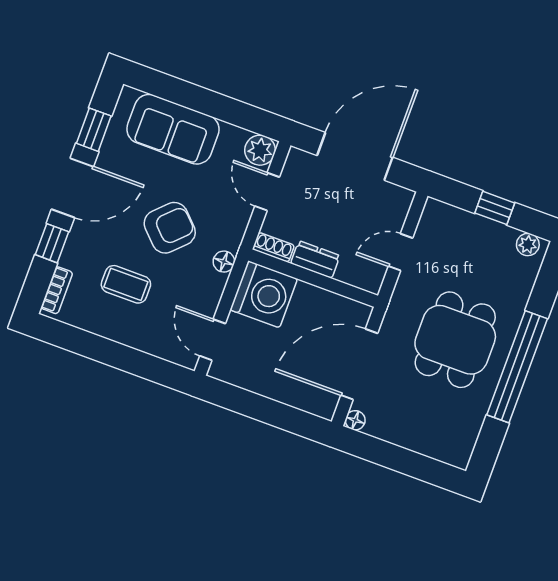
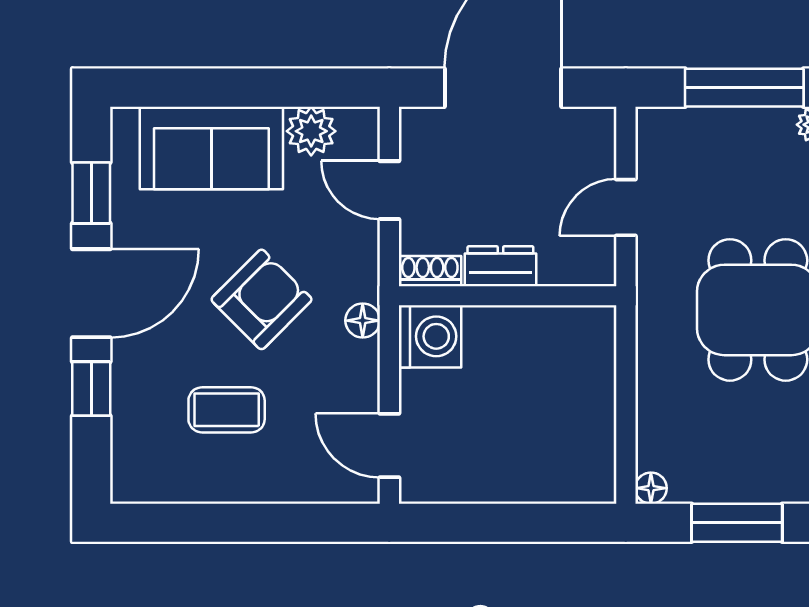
plant: (260, 150) -> (311, 131), moved
window: (495, 208) -> (744, 88), width x2.17
bookcase: (57, 290) -> (125, 457), removed
washing machine: (264, 294) -> (430, 336), width x0.73, depth x0.73
door: (359, 364) -> (626, 401), removed
window: (398, 459) -> (737, 523), added

